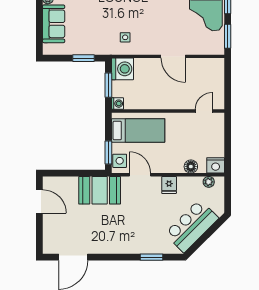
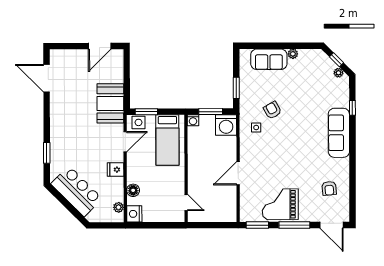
armchair: (107, 20) -> (272, 110), added

